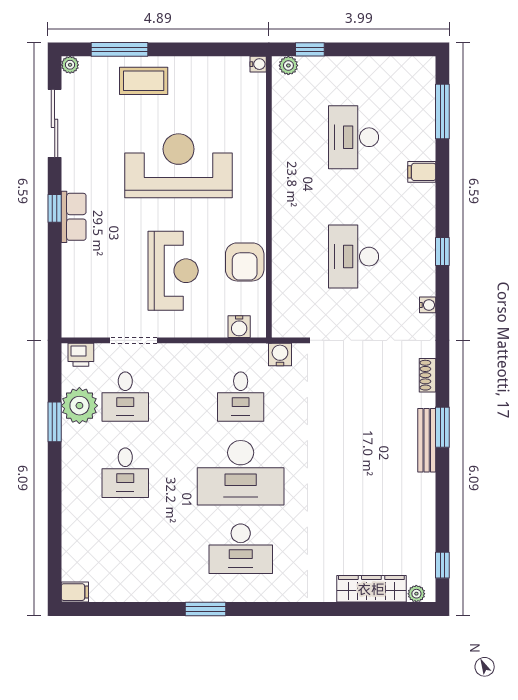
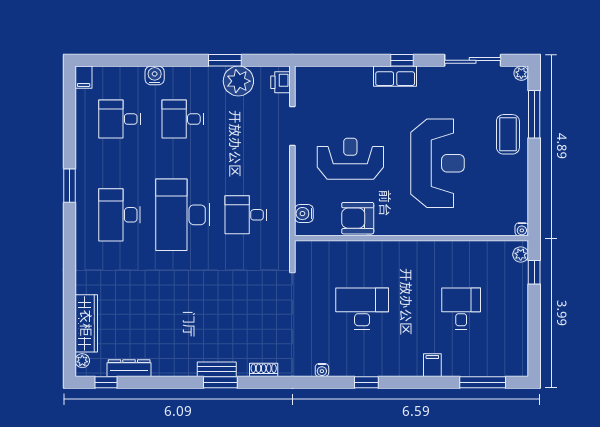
desk: (354, 137) -> (461, 309), width x0.73
reception desk: (173, 271) -> (350, 159), turned 180
water cooler: (280, 355) -> (155, 75), moved, turned -90
desk: (125, 397) -> (120, 119), moved
bench: (427, 440) -> (217, 369), width x0.73
dresser: (425, 537) -> (129, 368), added

